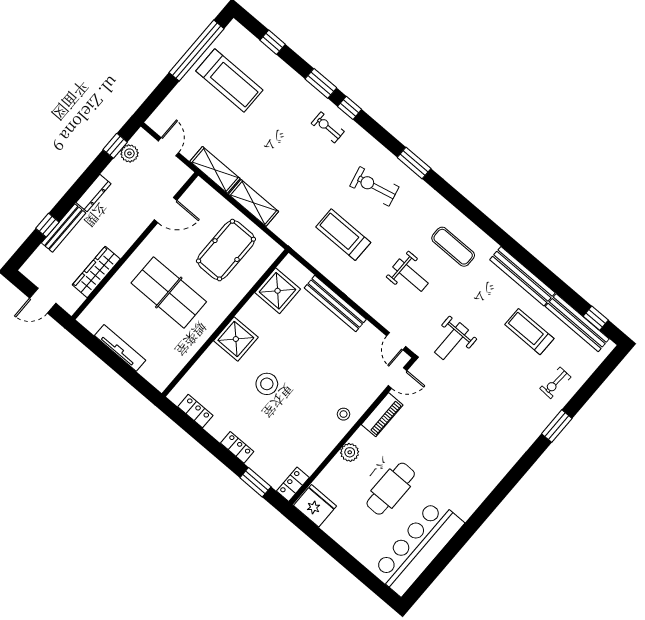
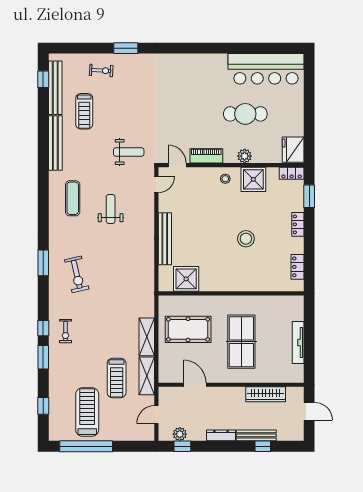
treadmill: (343, 235) -> (117, 378), moved
shower: (236, 339) -> (253, 179), moved

